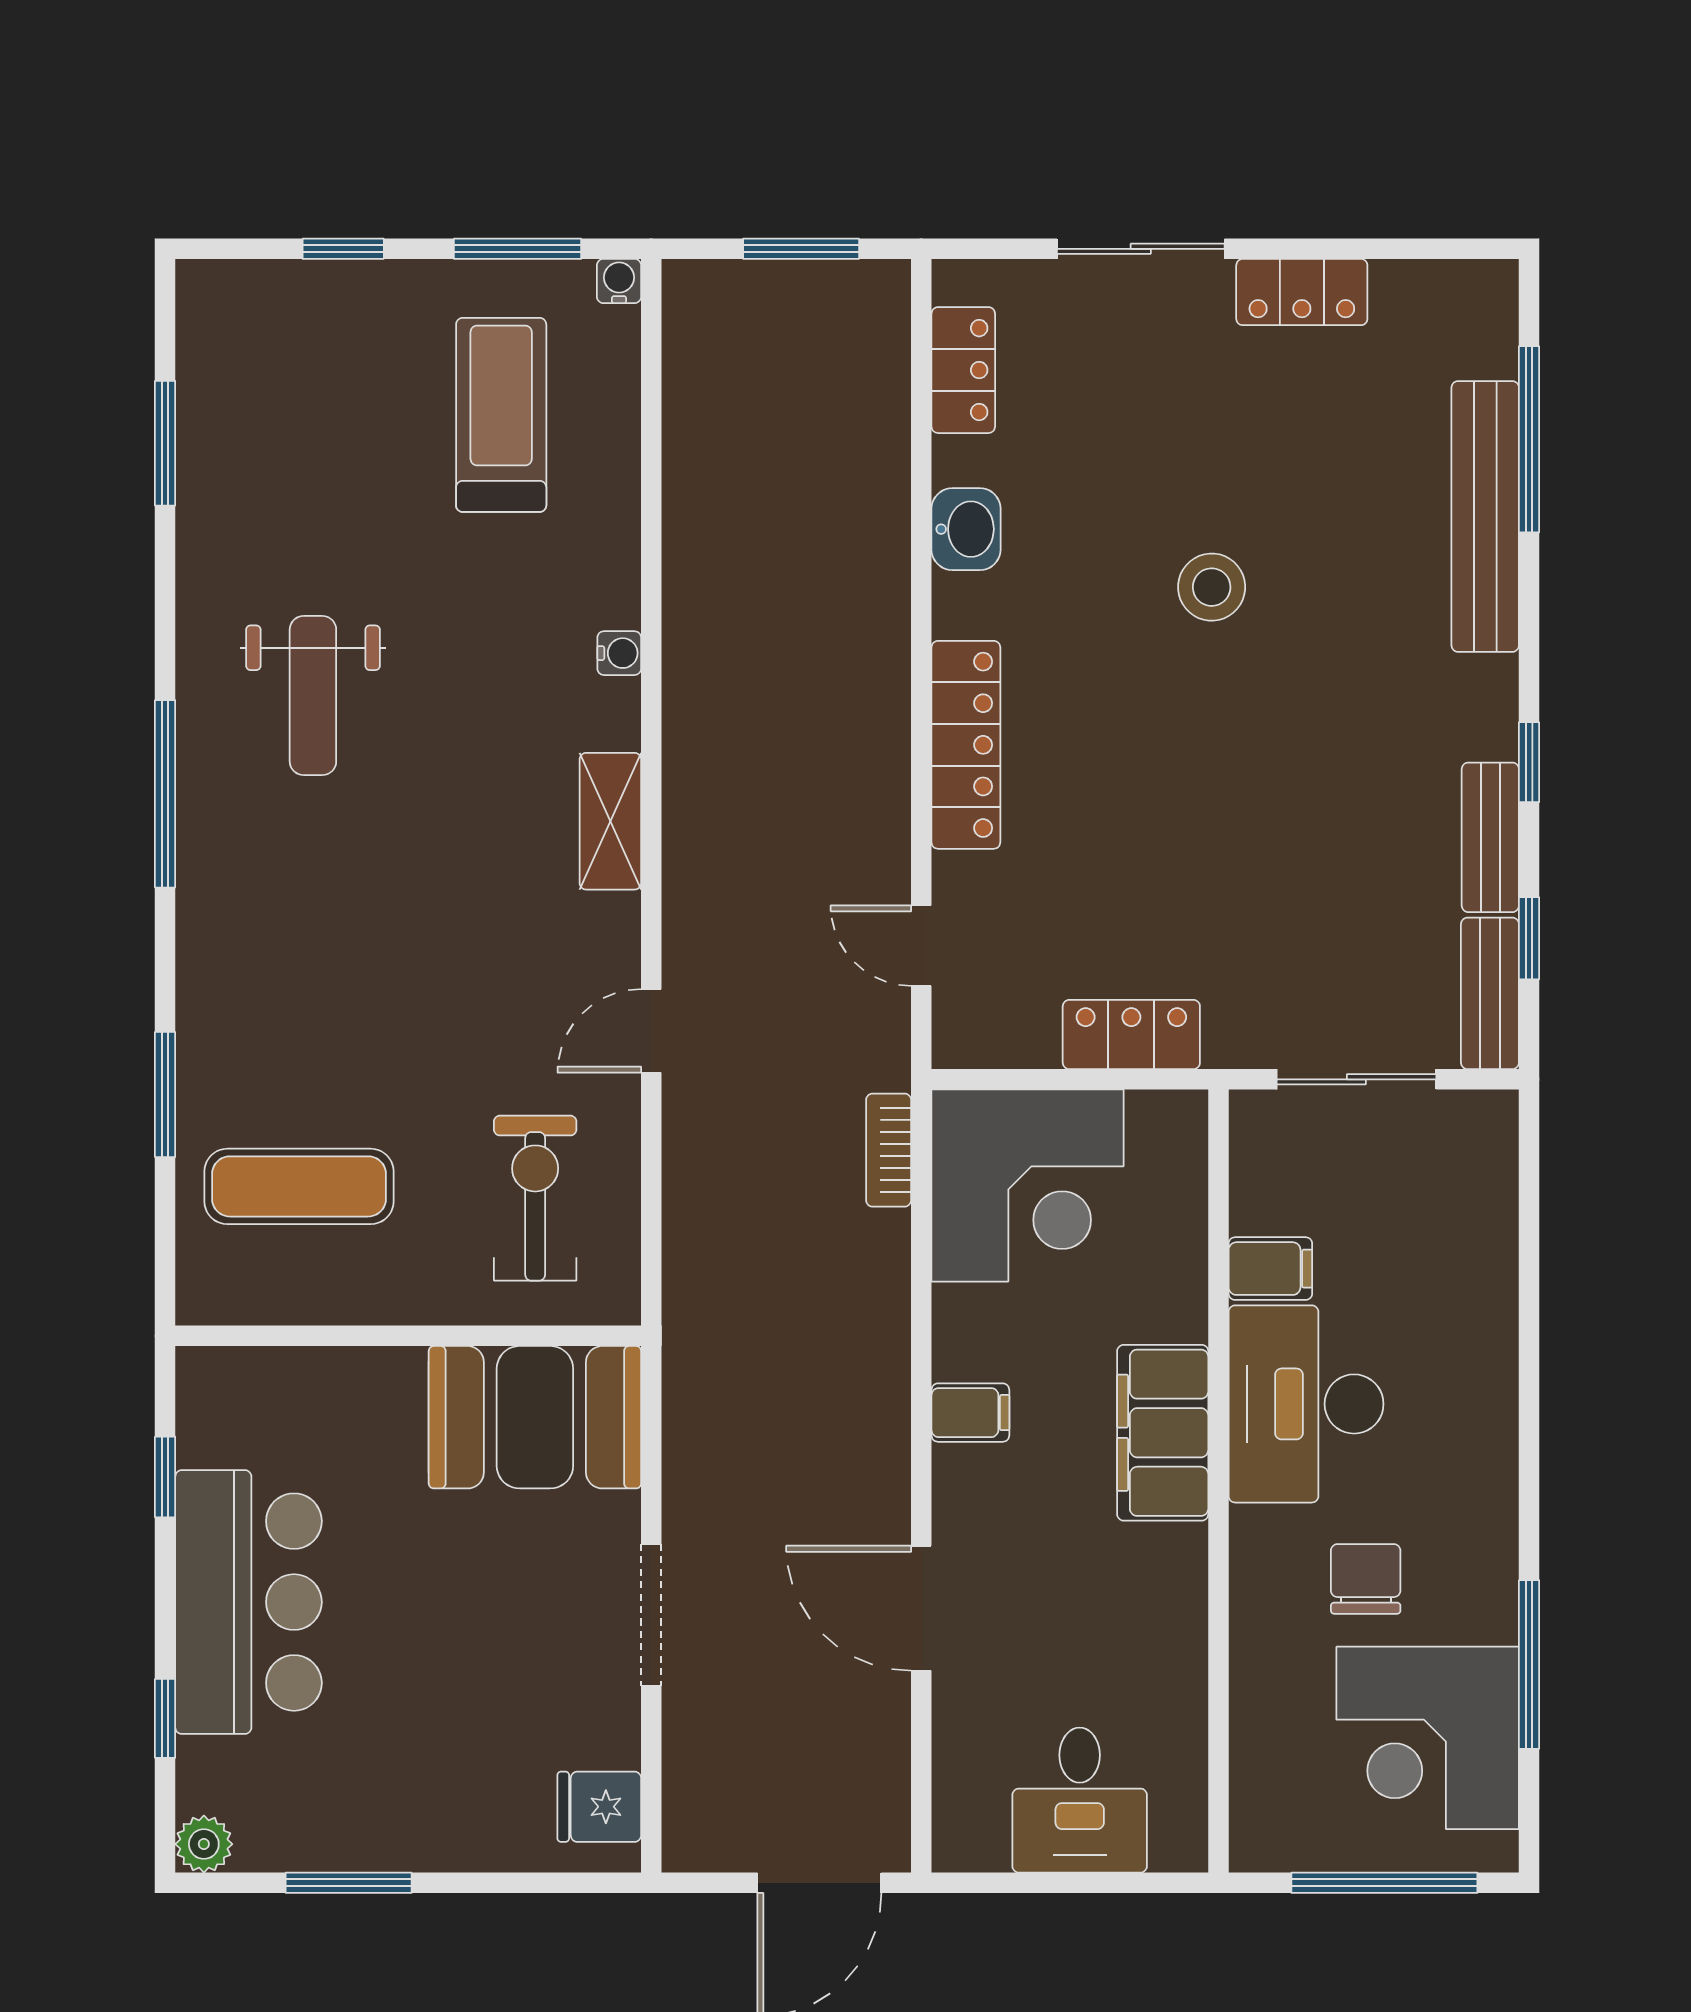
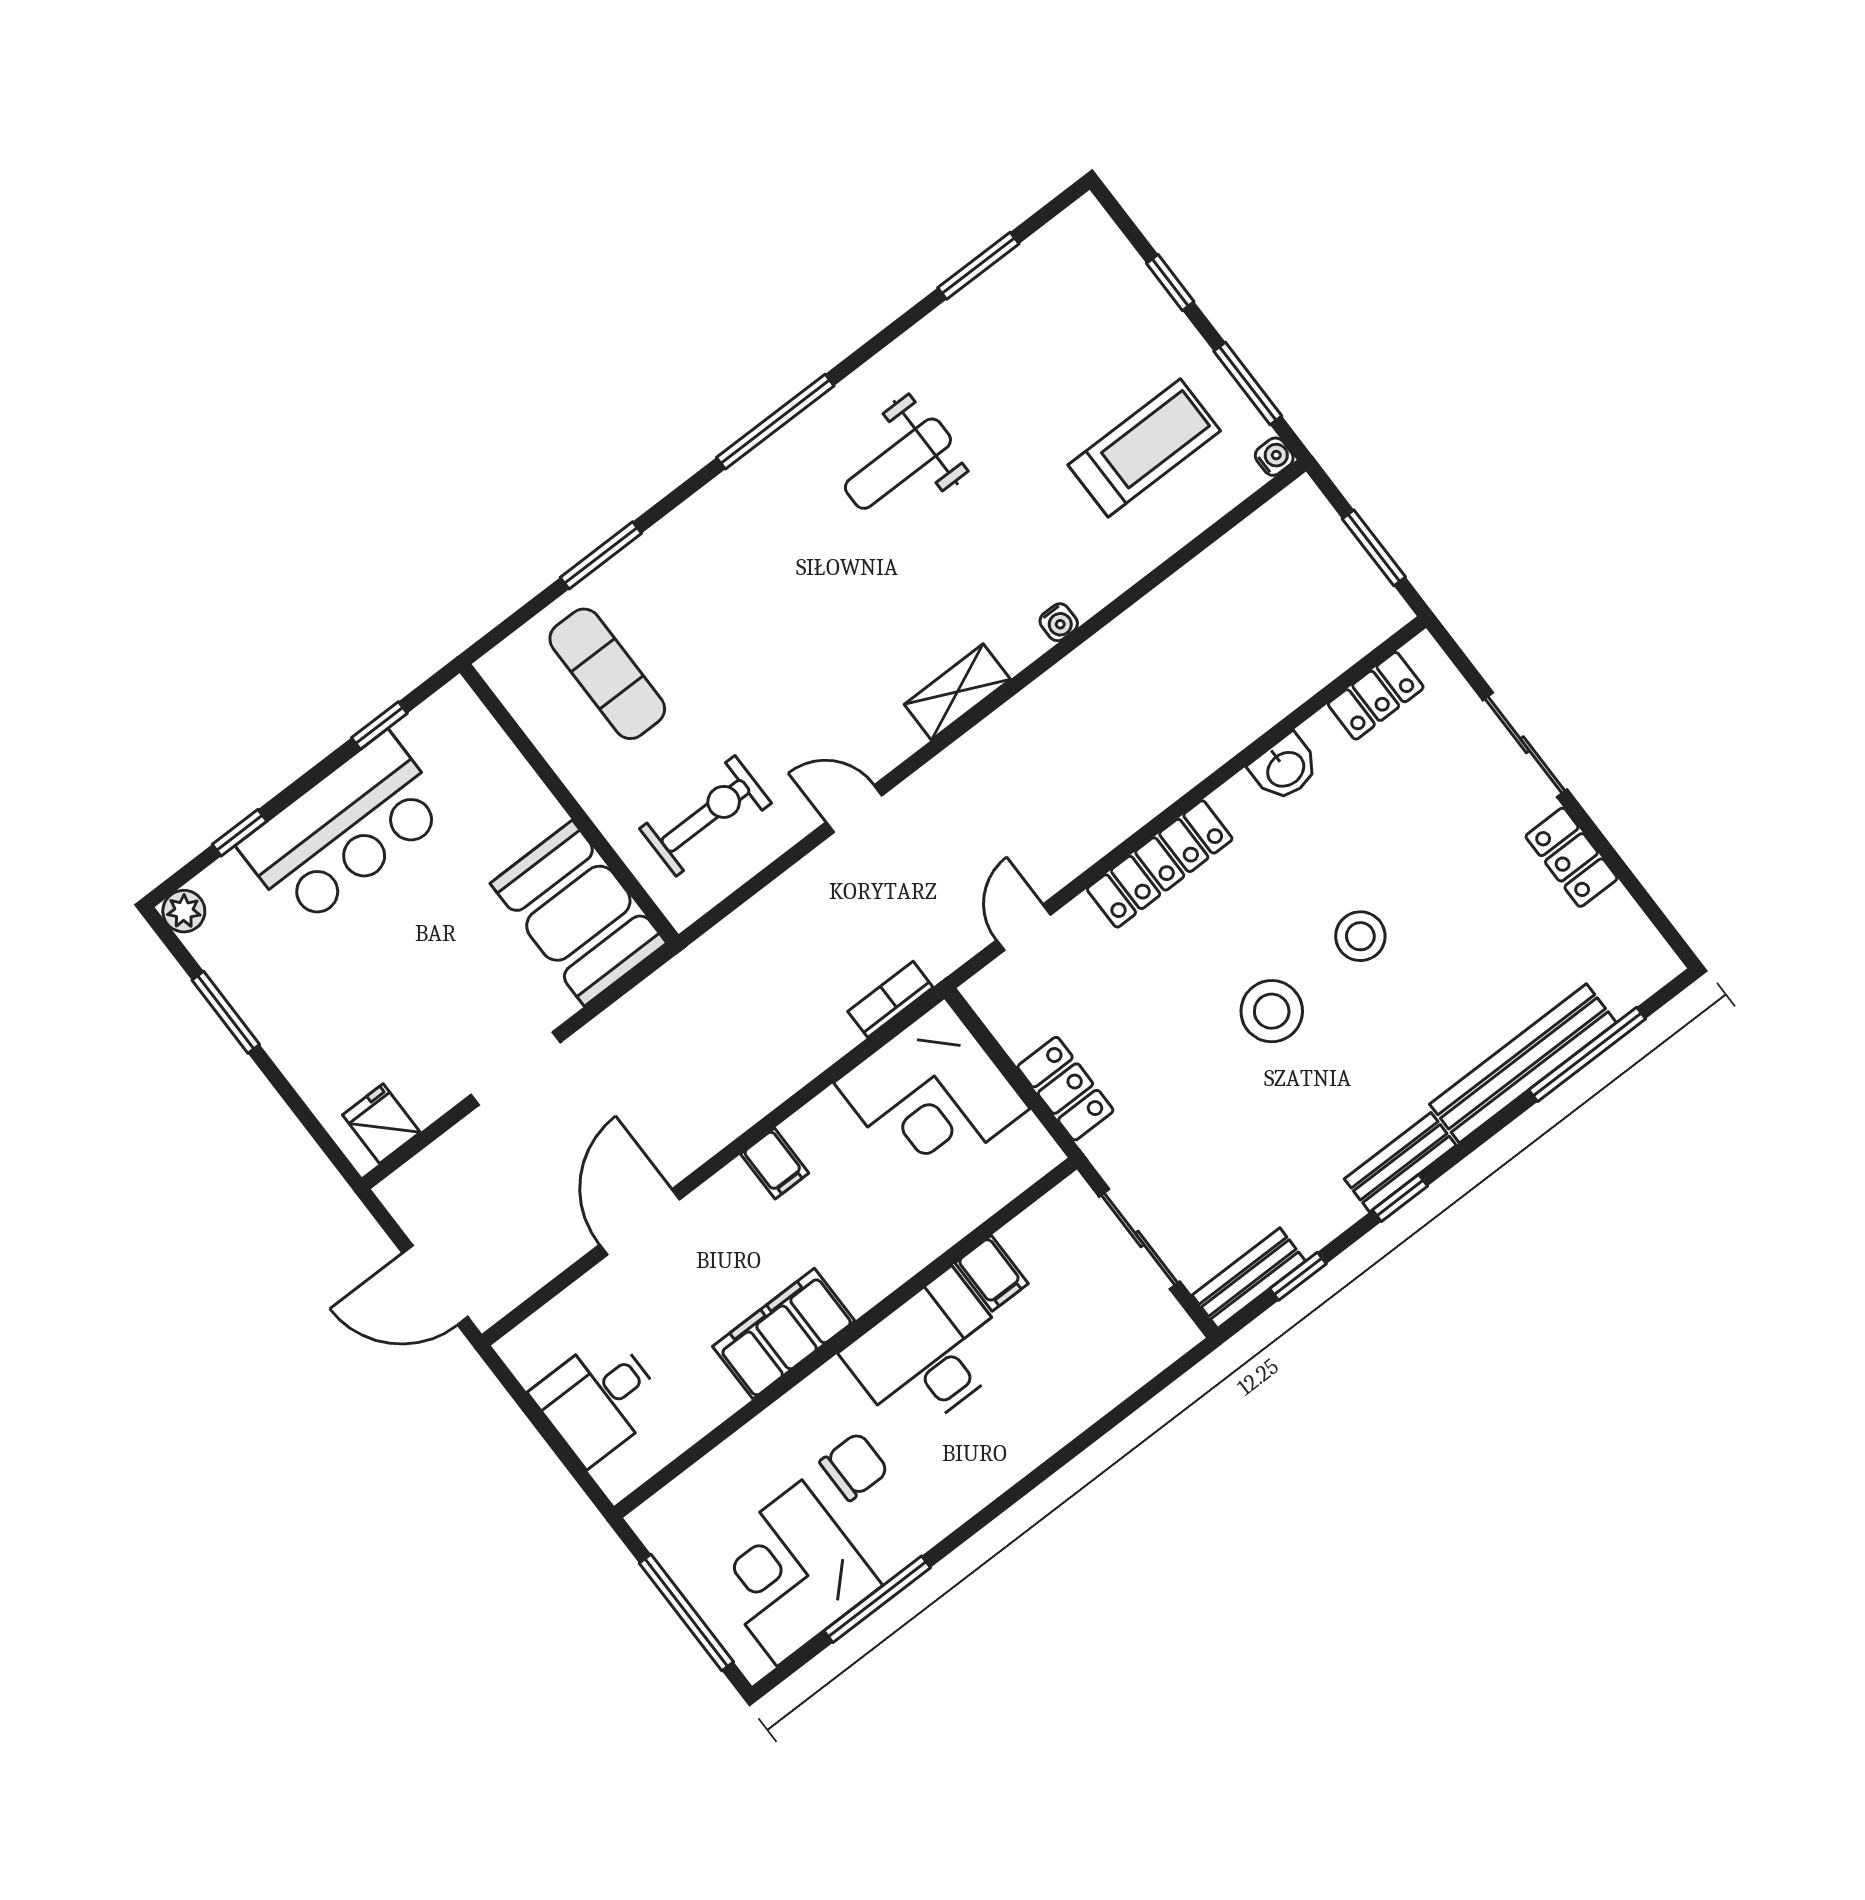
stool: (1219, 746) -> (1272, 1011), added
bench: (1490, 837) -> (1400, 1162), moved
filing cabinet: (1163, 1433) -> (784, 1334), moved

